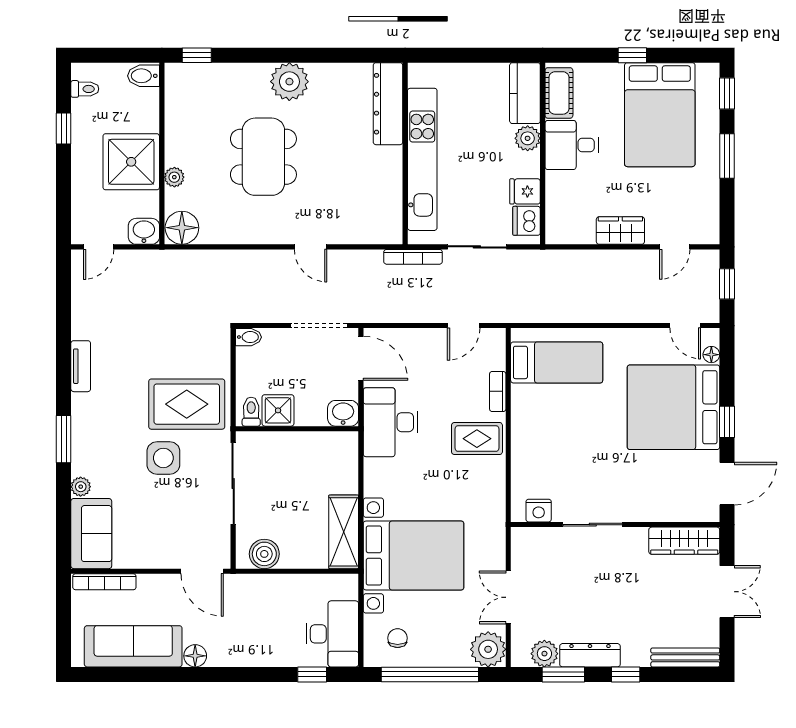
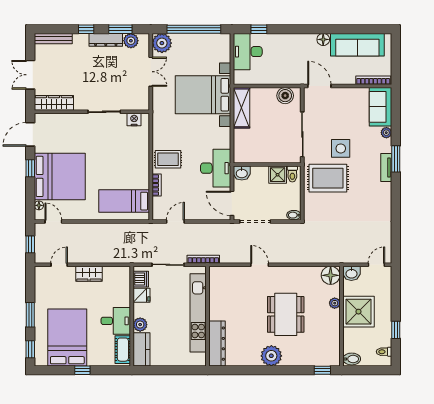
tv unit: (81, 366) -> (386, 168), moved
chair: (398, 638) -> (212, 49), removed

